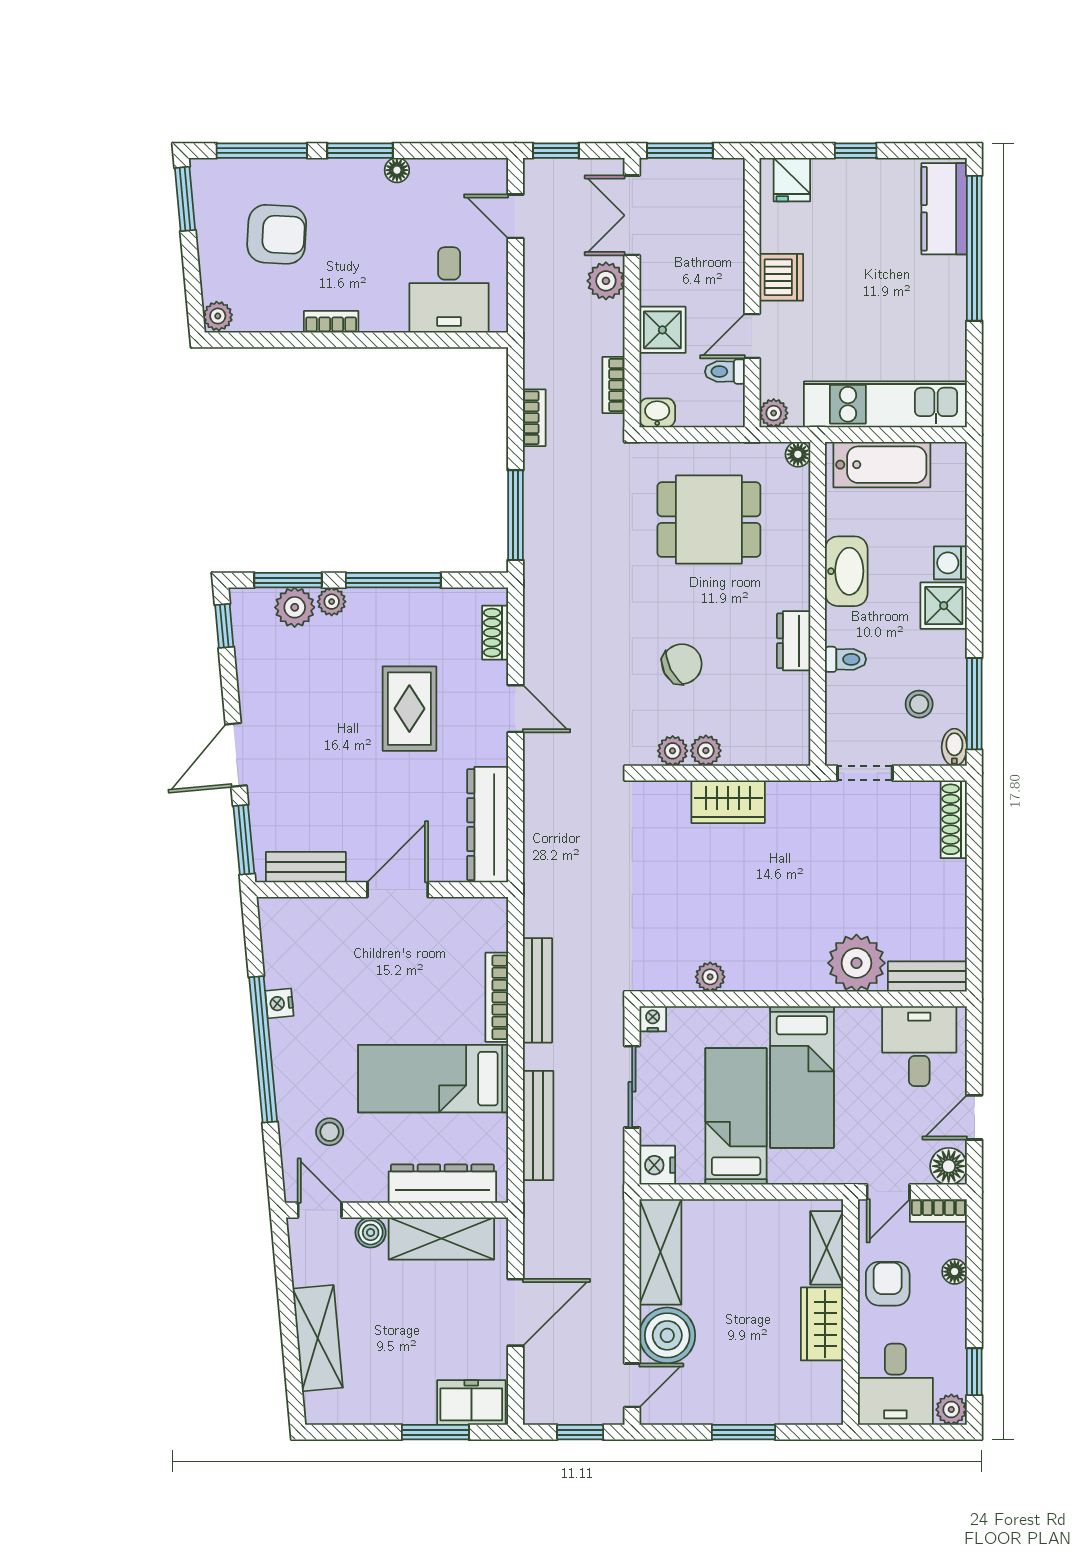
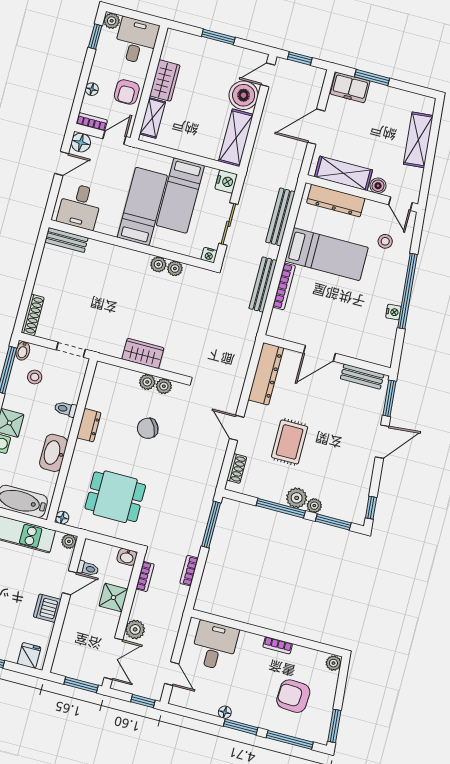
plant: (295, 607) -> (297, 498), moved
plant: (856, 963) -> (158, 264), moved, width x0.53, depth x0.53

